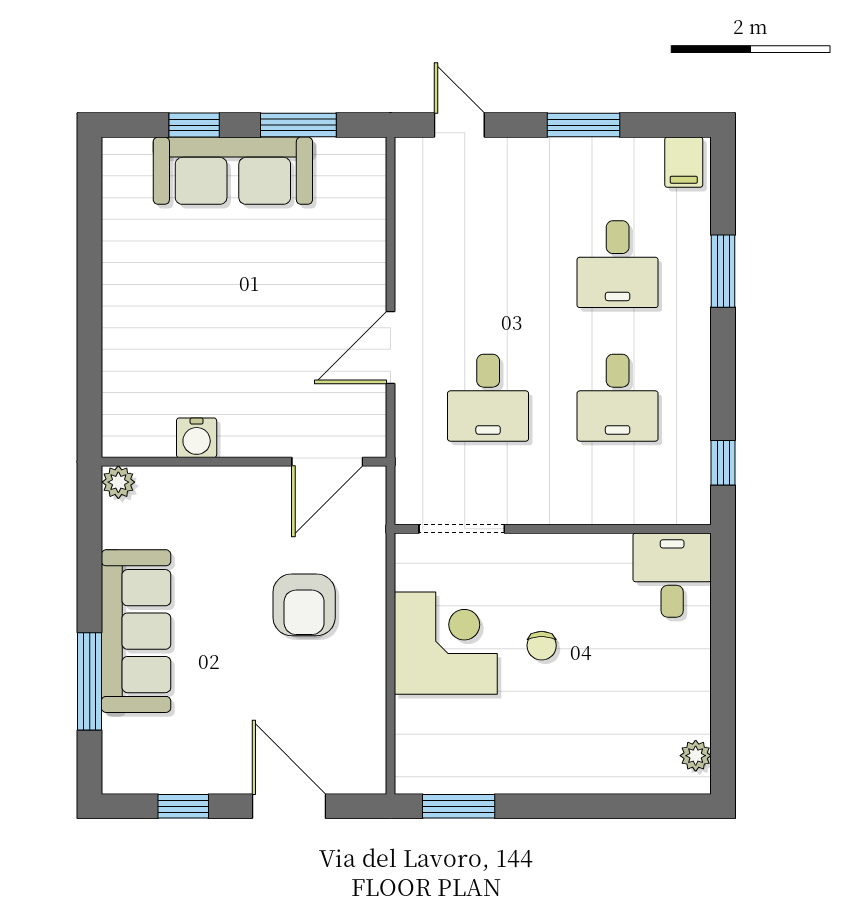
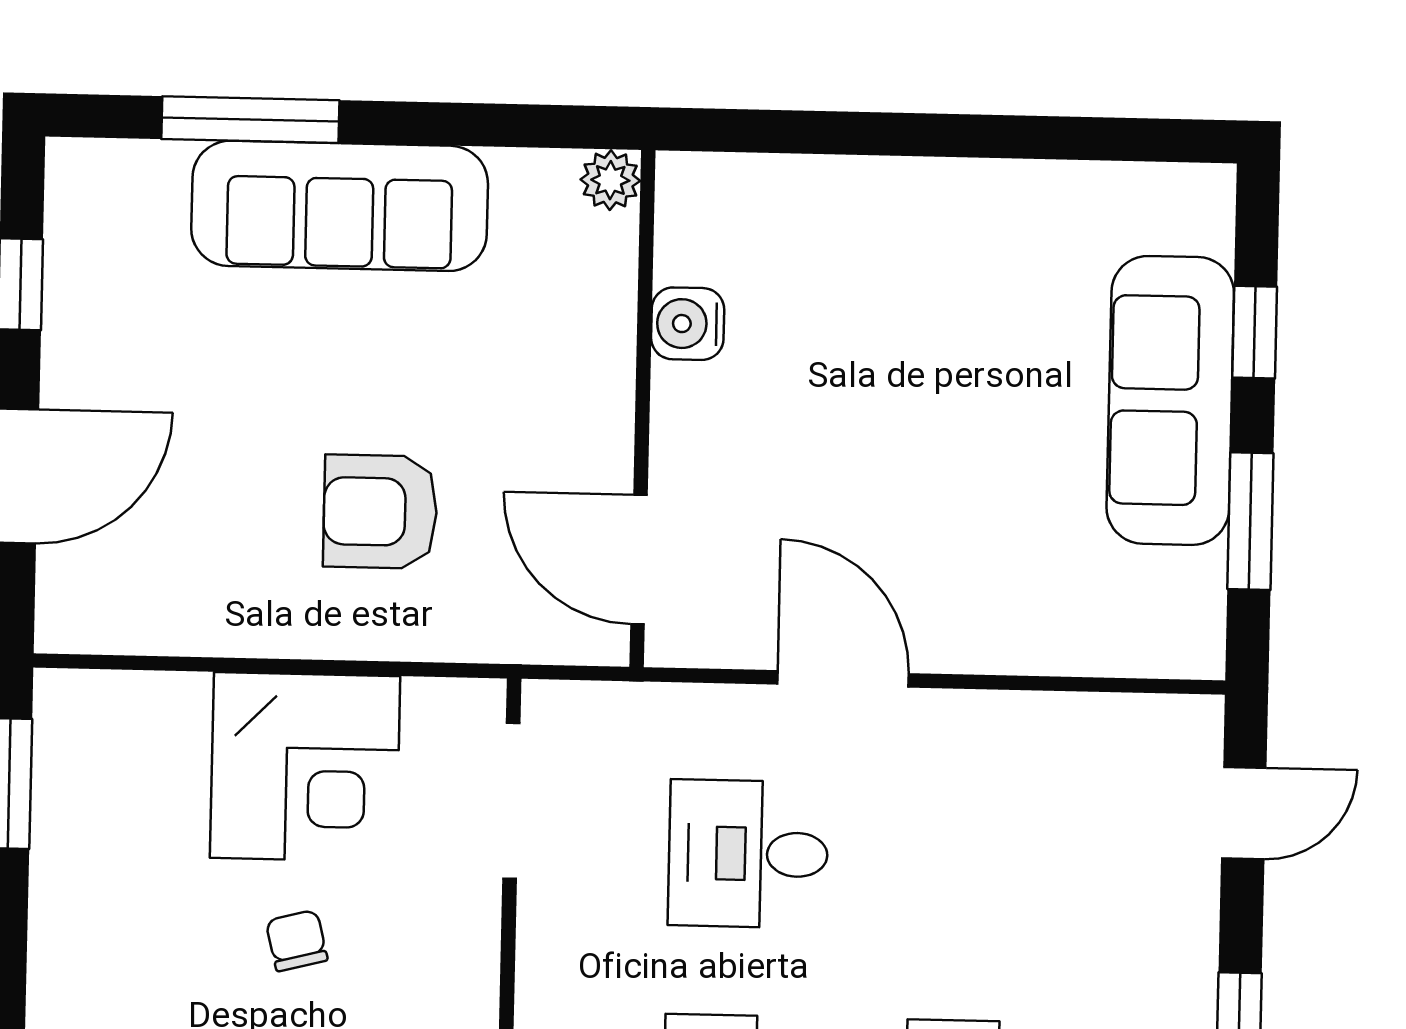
chair: (542, 646) -> (297, 941), turned 76

